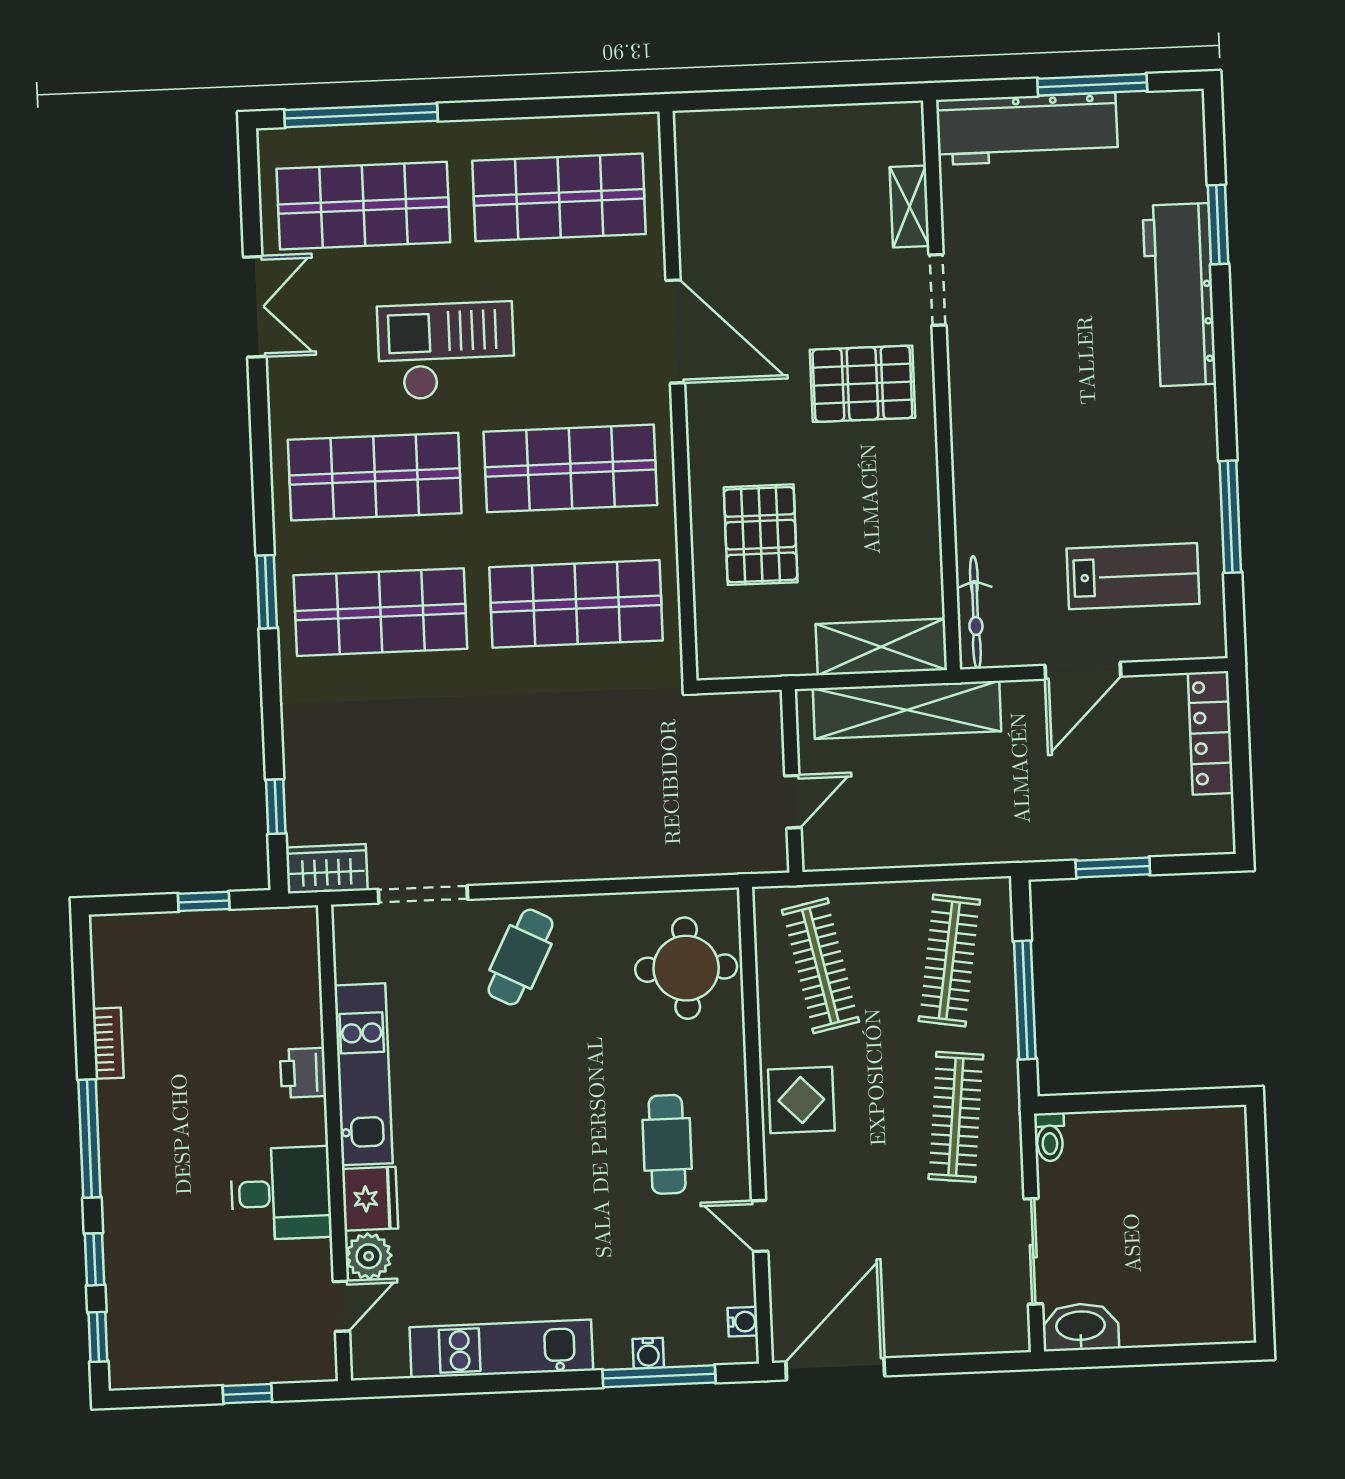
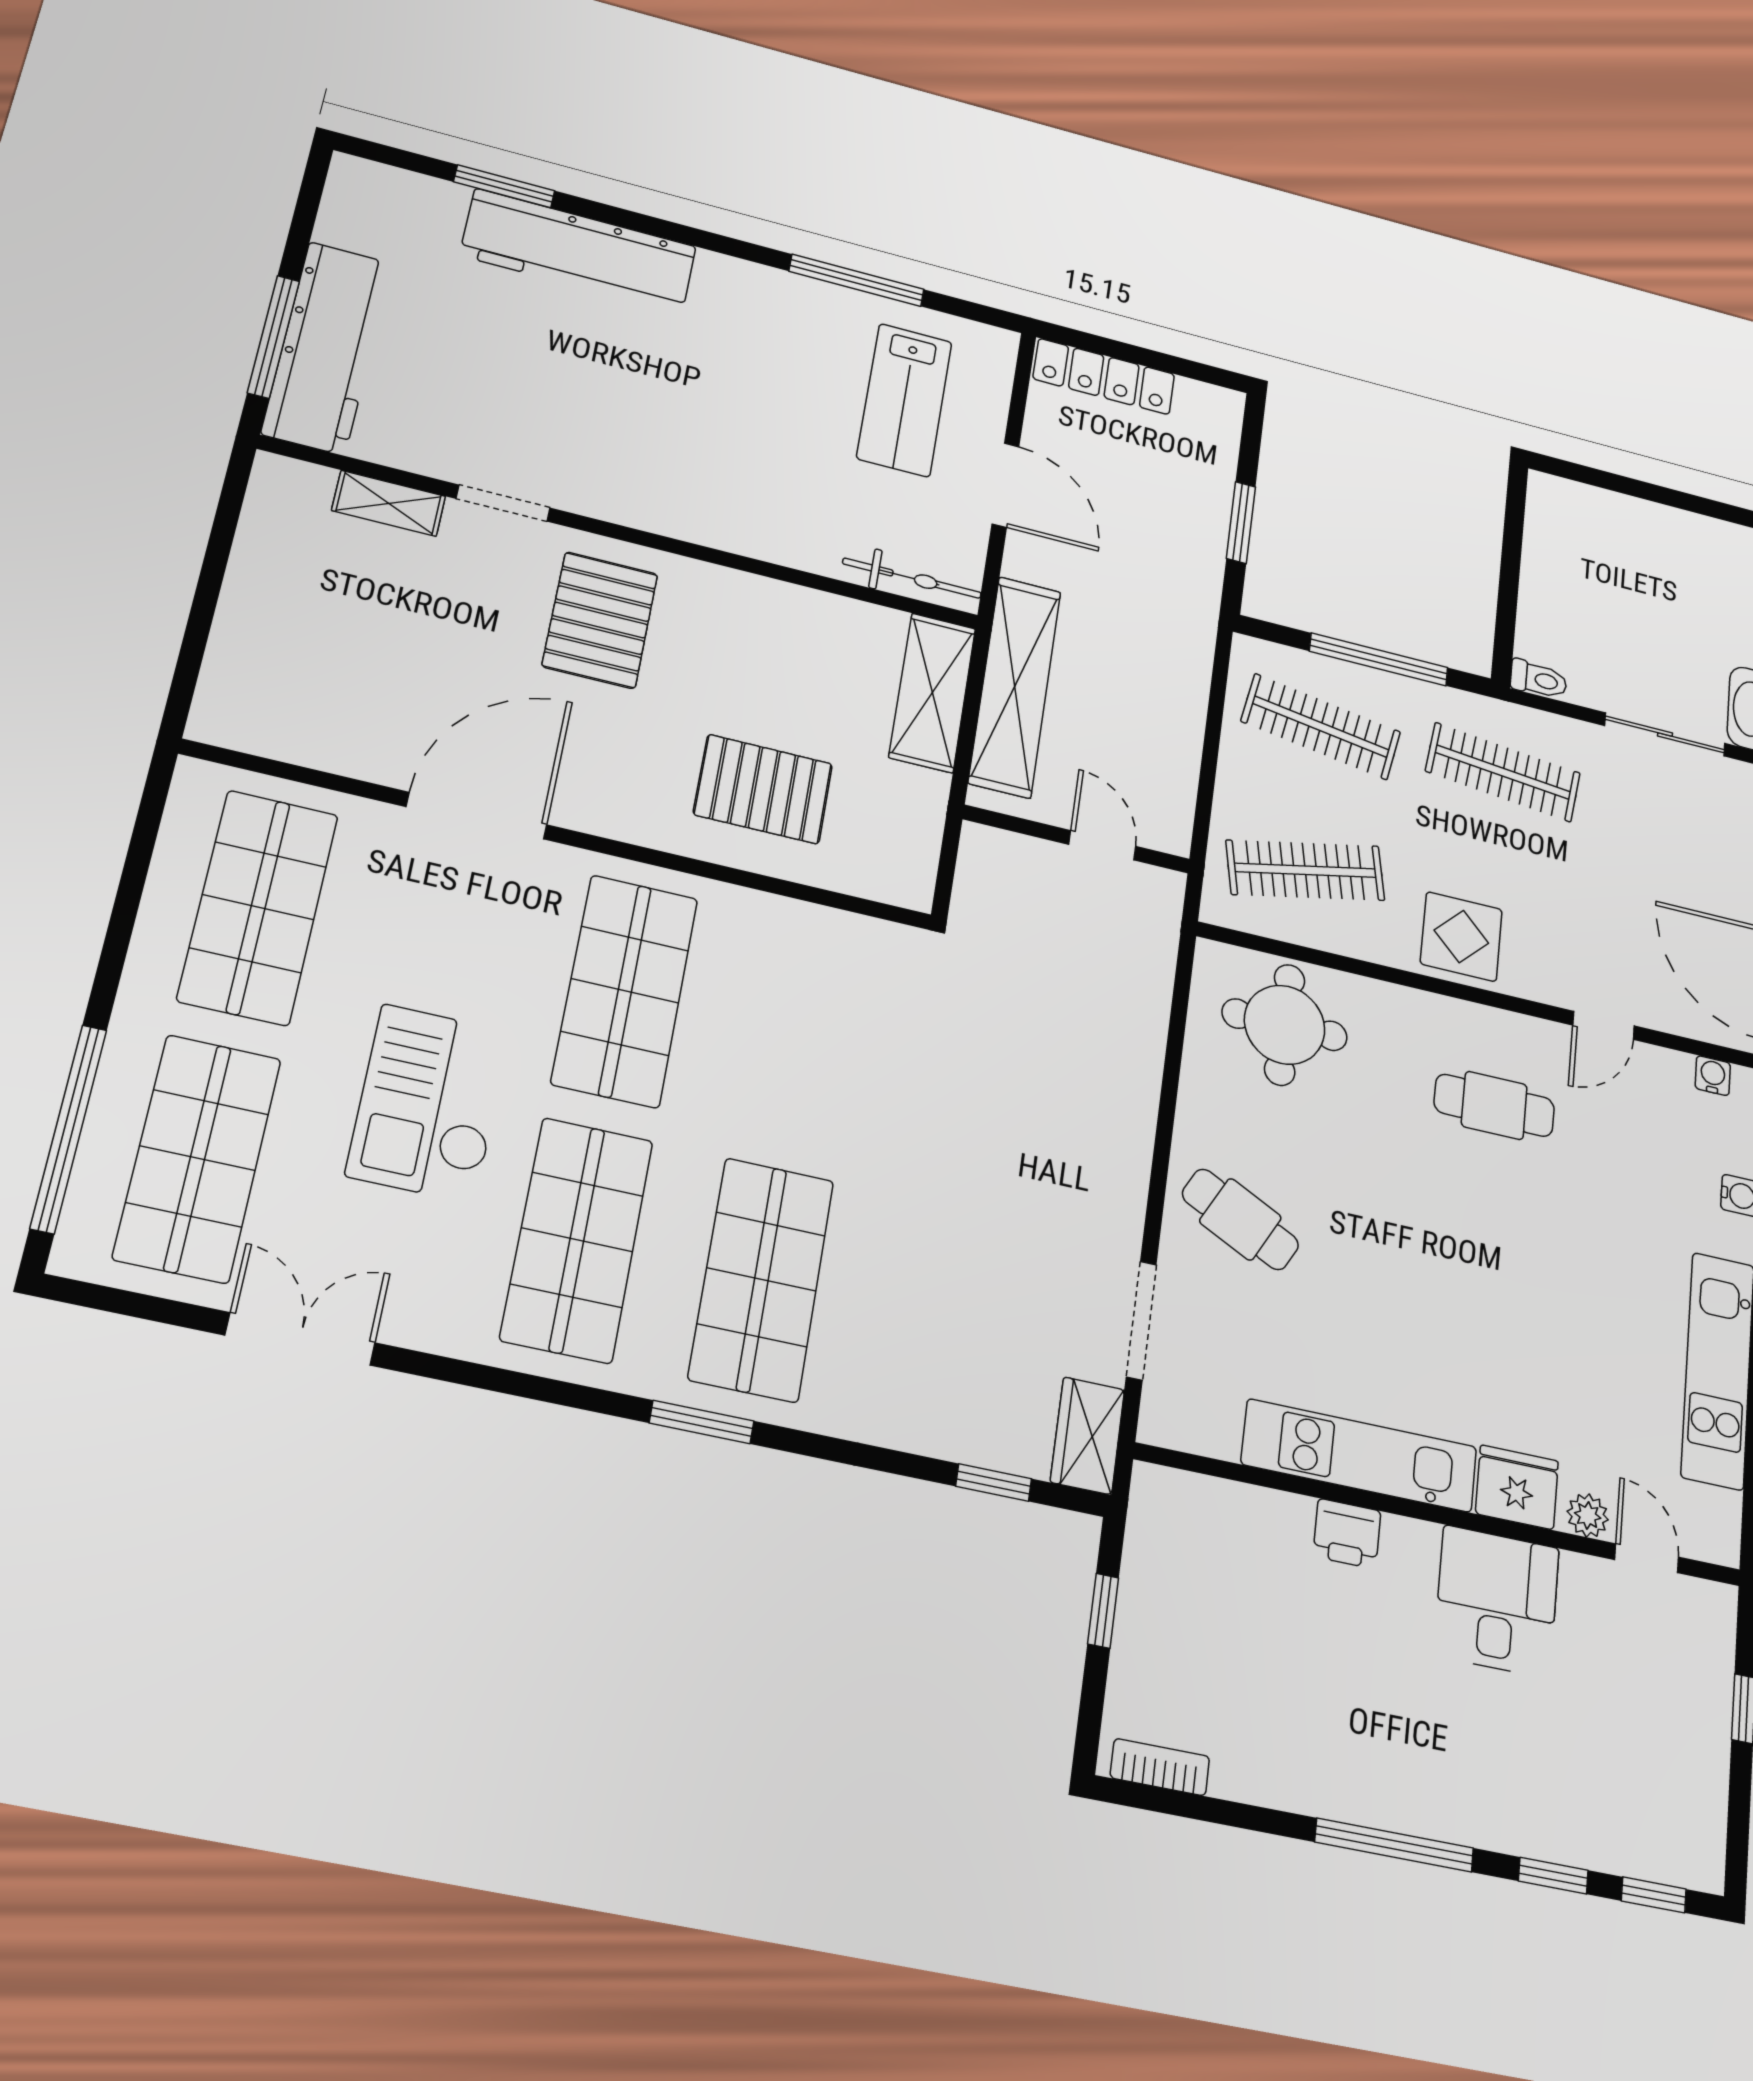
window: (1092, 85) -> (274, 337), moved
lab bench: (1133, 576) -> (904, 400), turned 180
shop shelf: (576, 604) -> (803, 1031), removed
bookcase: (108, 1043) -> (1160, 1767), moved
plant: (369, 1256) -> (1588, 1516), width x0.73, depth x0.73

